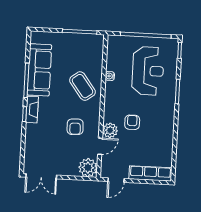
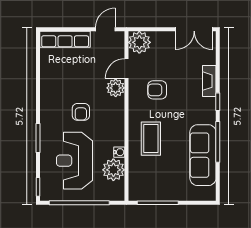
plant: (115, 61) -> (113, 170), added
coffee table: (82, 86) -> (151, 139), turned 37
fireplace: (32, 110) -> (209, 81), moved
armchair: (132, 122) -> (81, 112), moved
armchair: (75, 127) -> (157, 90), turned -88
double door: (41, 176) -> (194, 29), swing flipped

